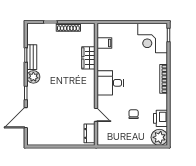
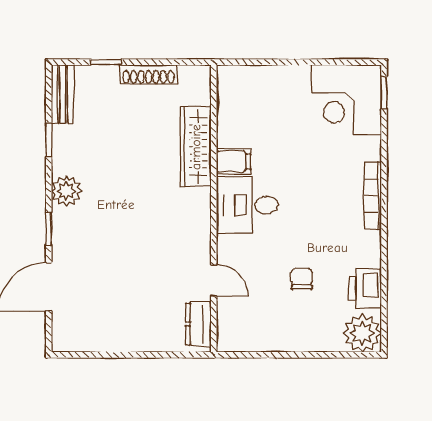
filing cabinet: (104, 43) -> (233, 162), moved
bench: (32, 57) -> (63, 94), moved
wardrobe: (88, 58) -> (196, 147), width x1.50

